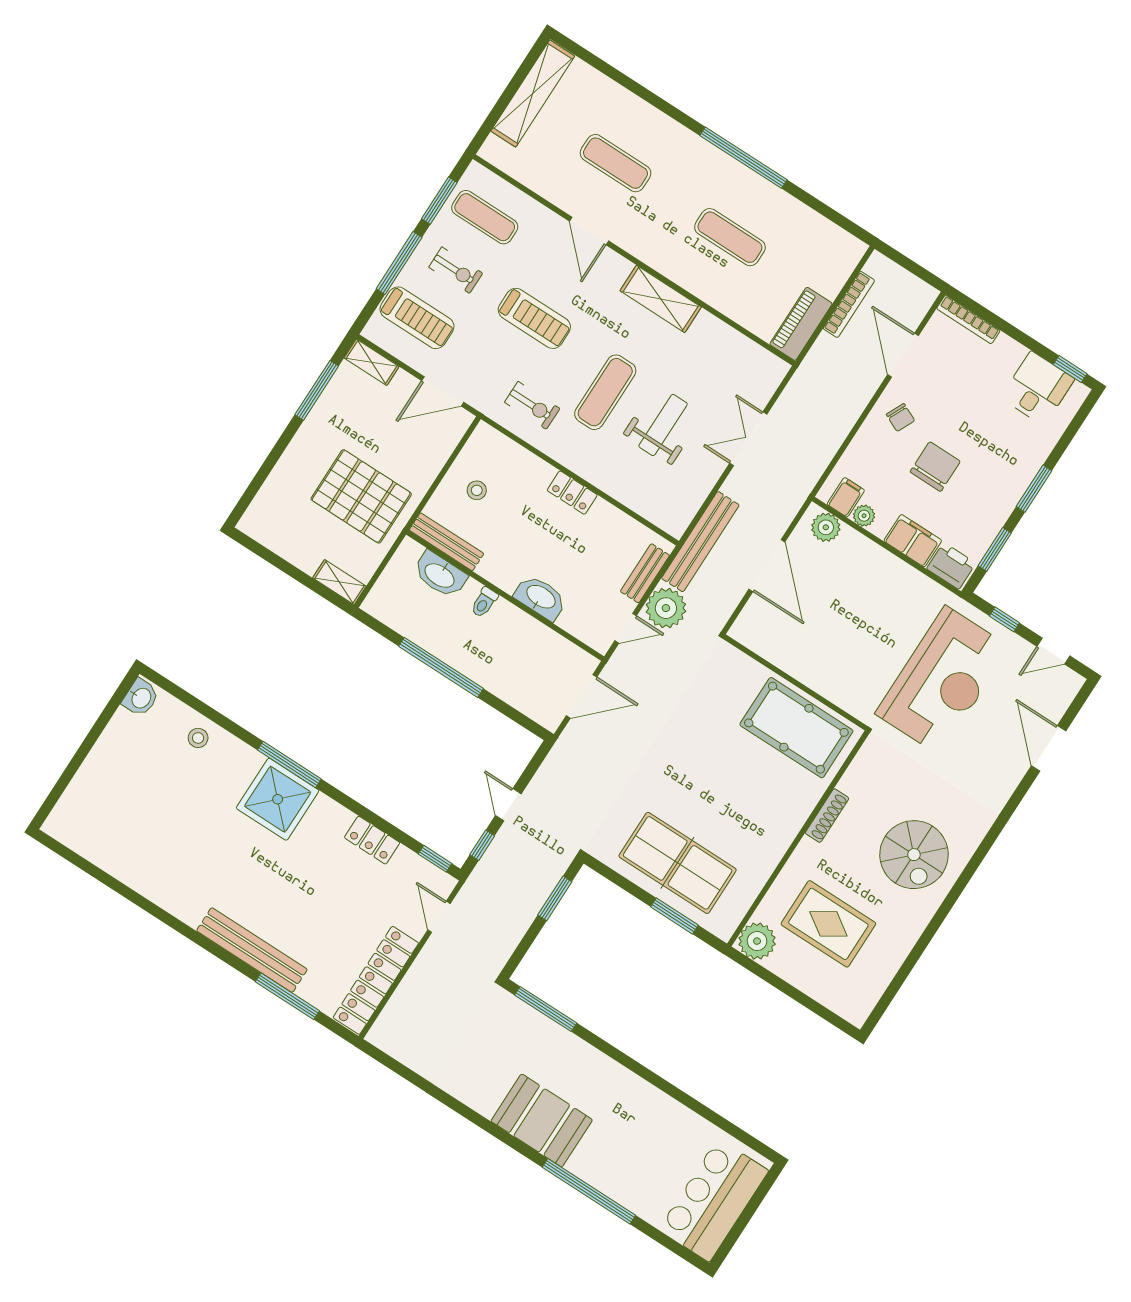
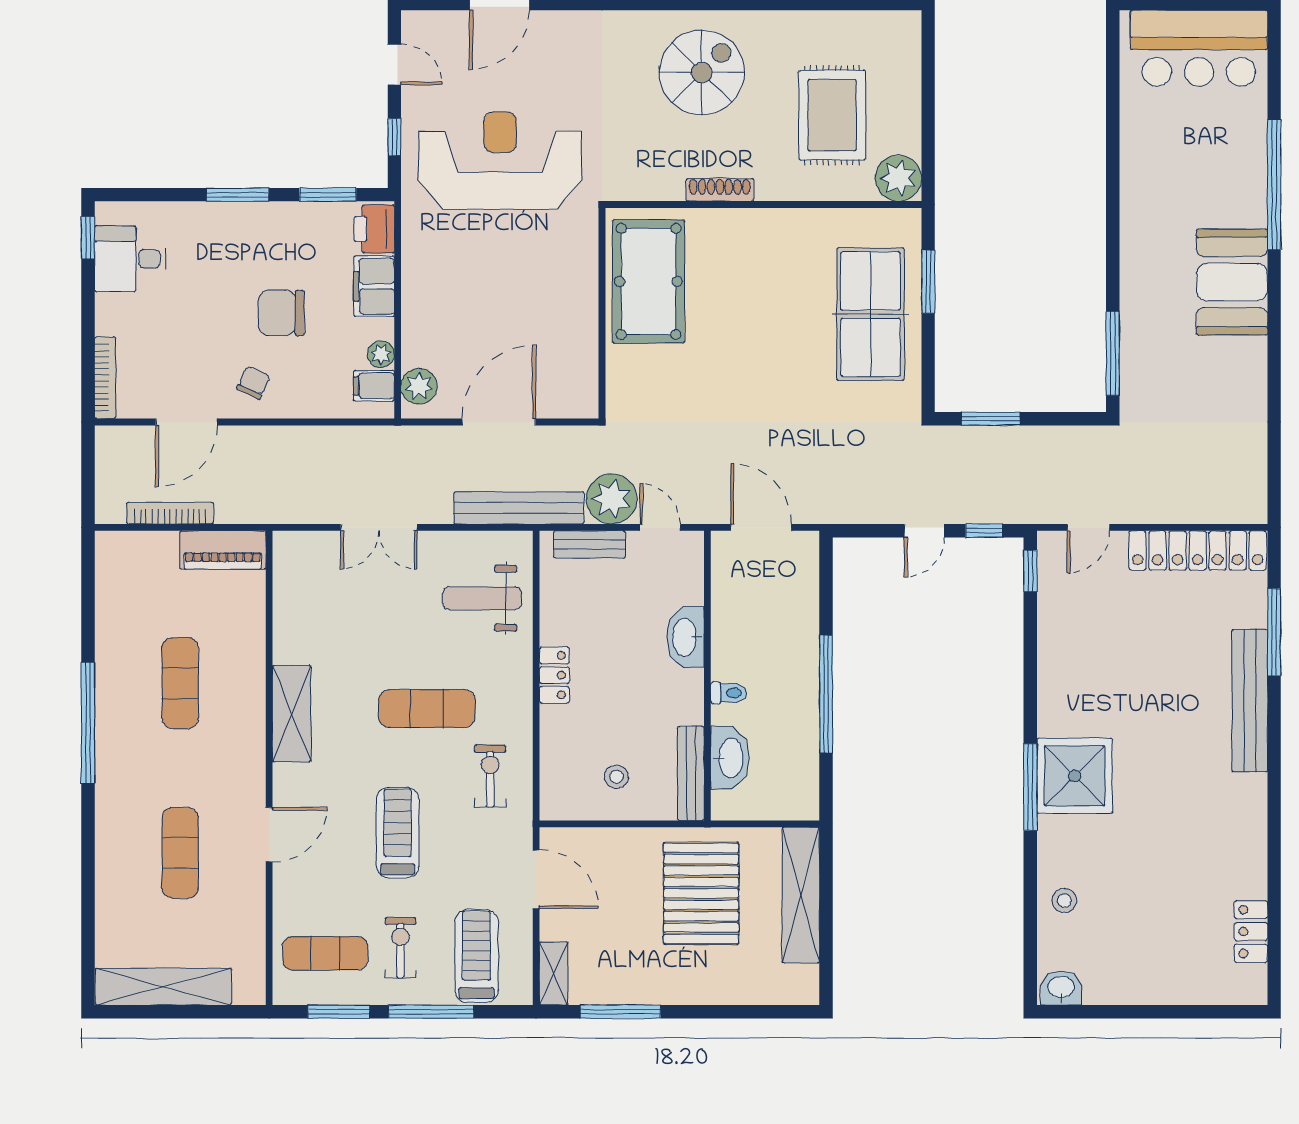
exercise mat: (485, 217) -> (325, 953), turned 90
weight bench: (663, 425) -> (482, 598), moved
shelving: (339, 582) -> (801, 895), width x2.20, depth x1.33
locker: (372, 840) -> (1251, 932), moved, turned 180

